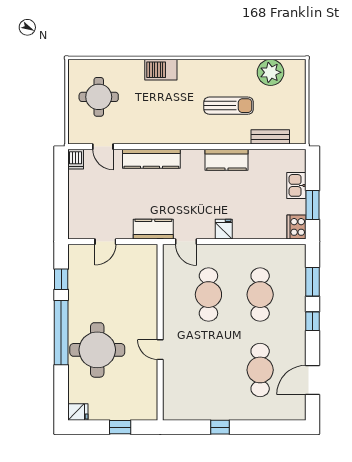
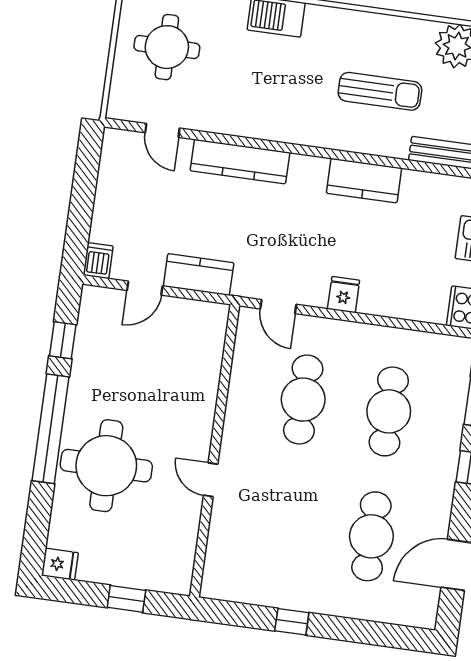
dishwasher: (76, 159) -> (98, 261), moved, turned 180
kitchen counter: (153, 229) -> (199, 275), moved

